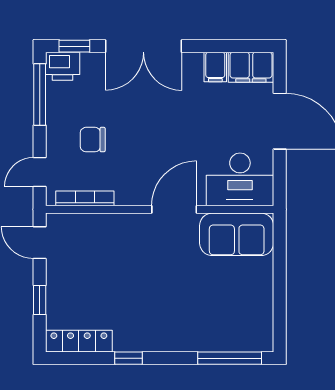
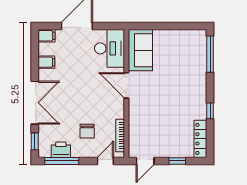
printer: (63, 66) -> (61, 150), moved, turned -90
filing cabinet: (251, 67) -> (46, 36), width x0.50
door: (40, 172) -> (105, 161), swing flipped

